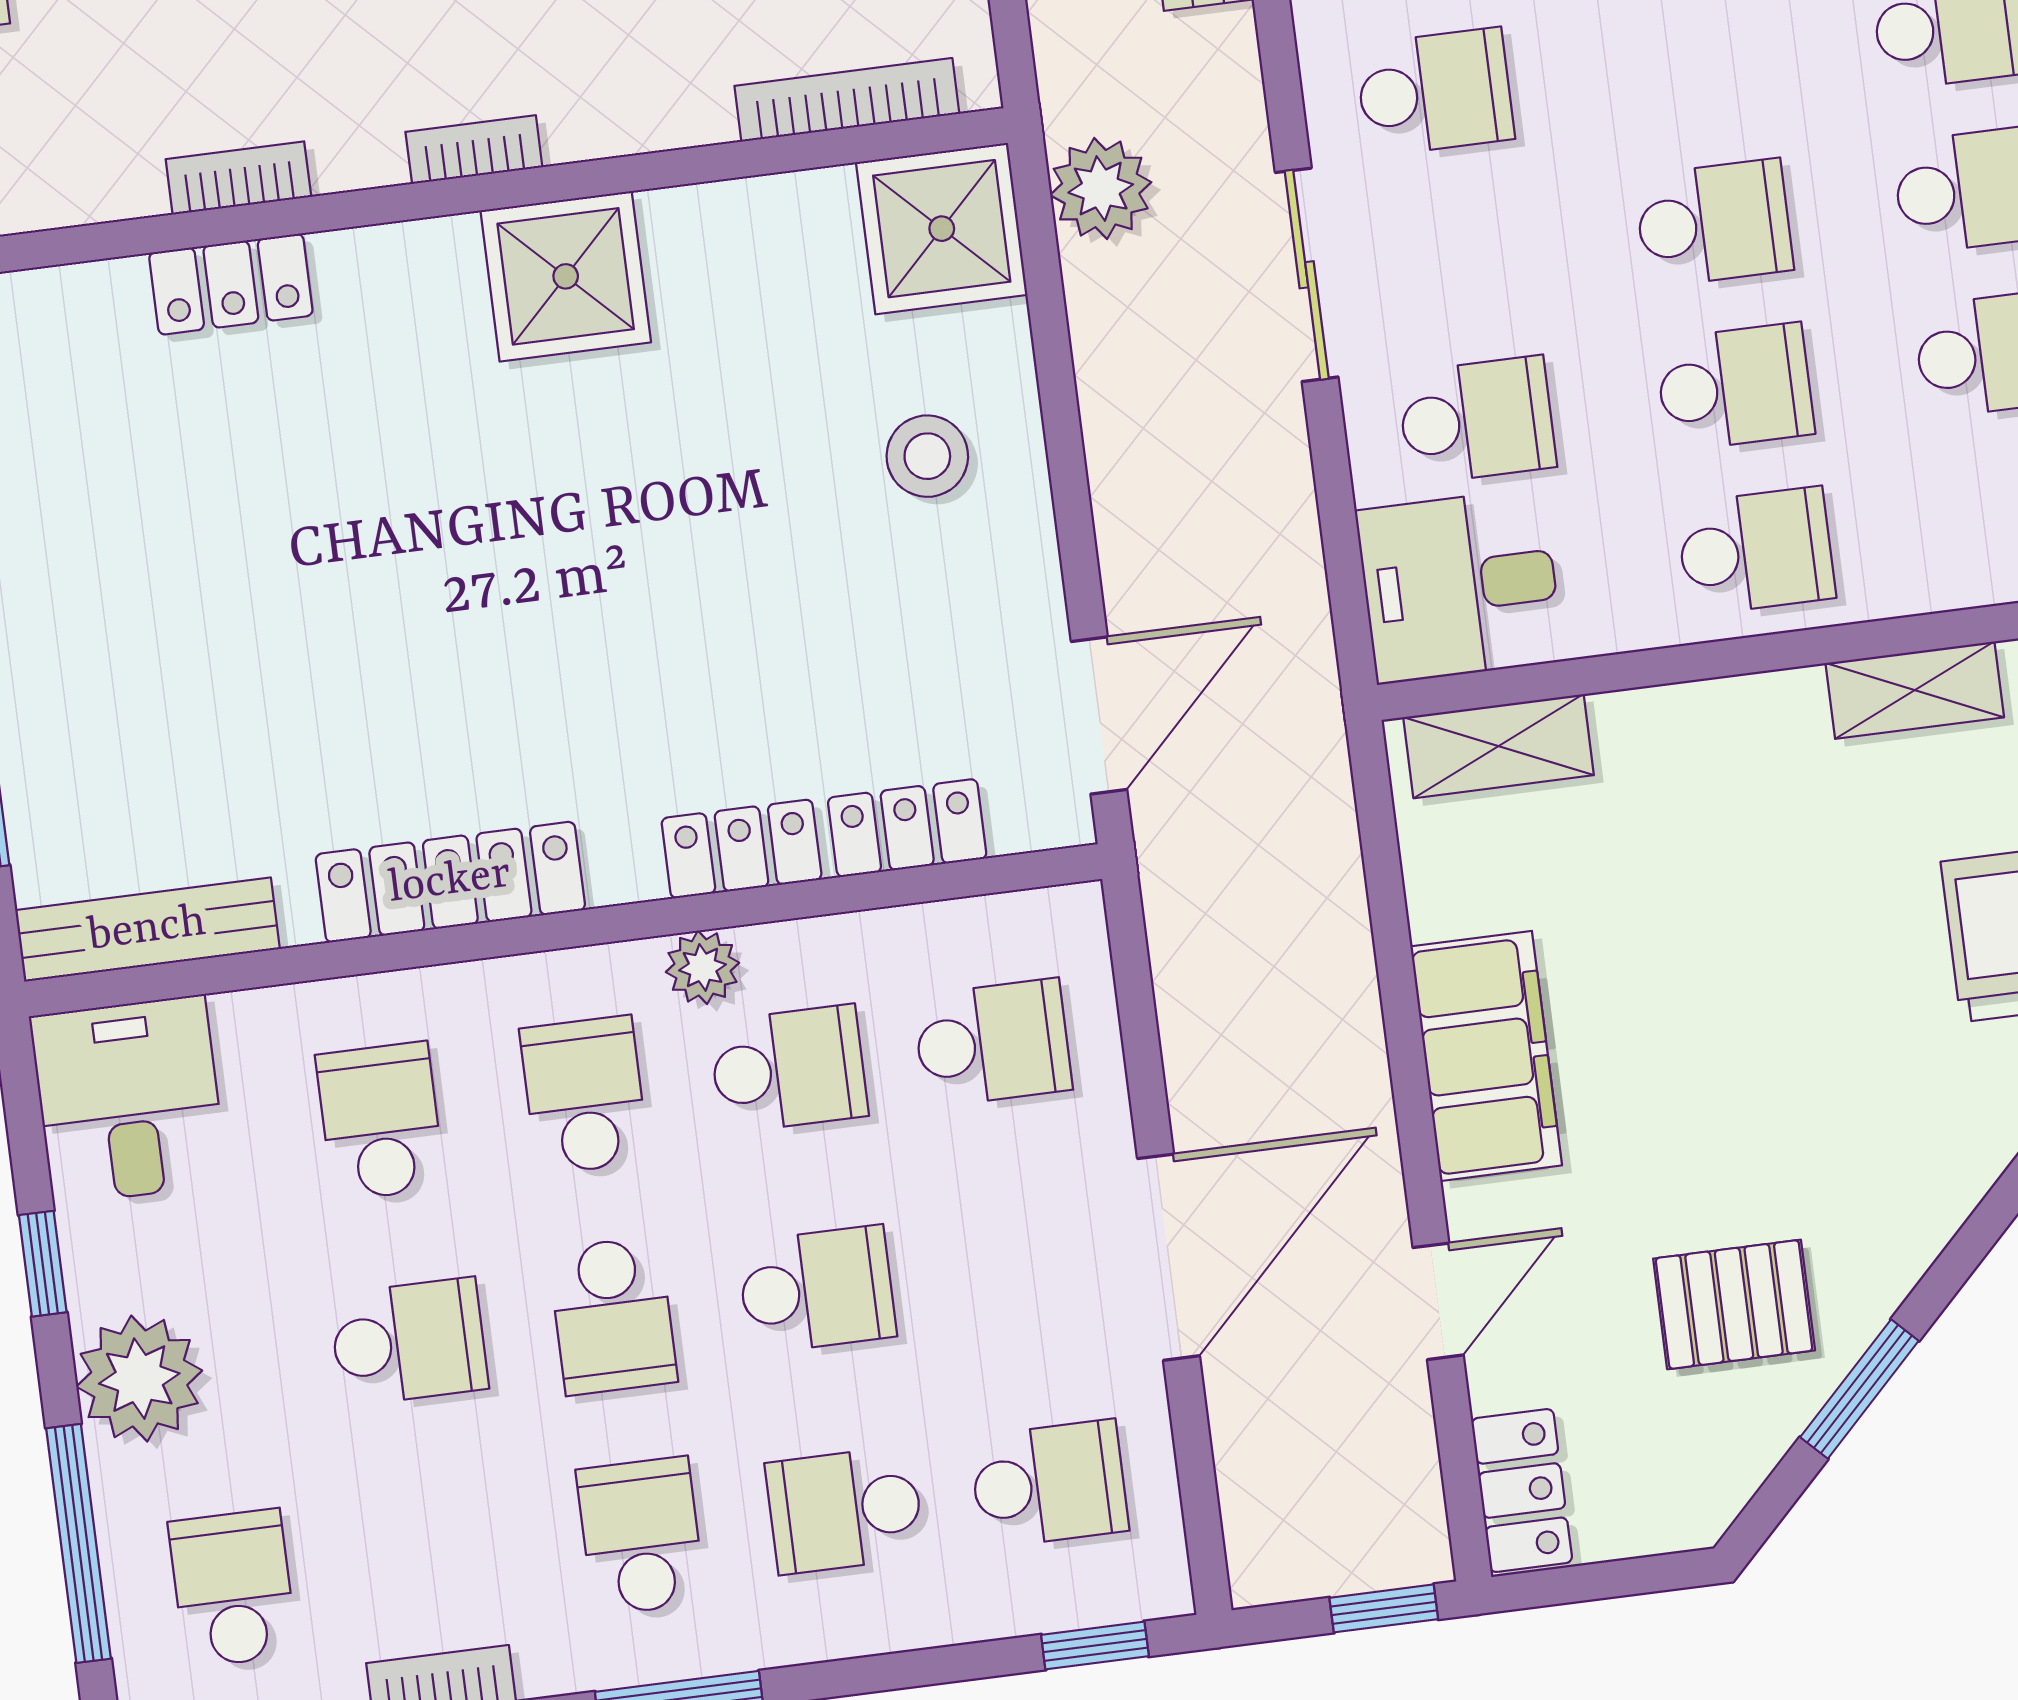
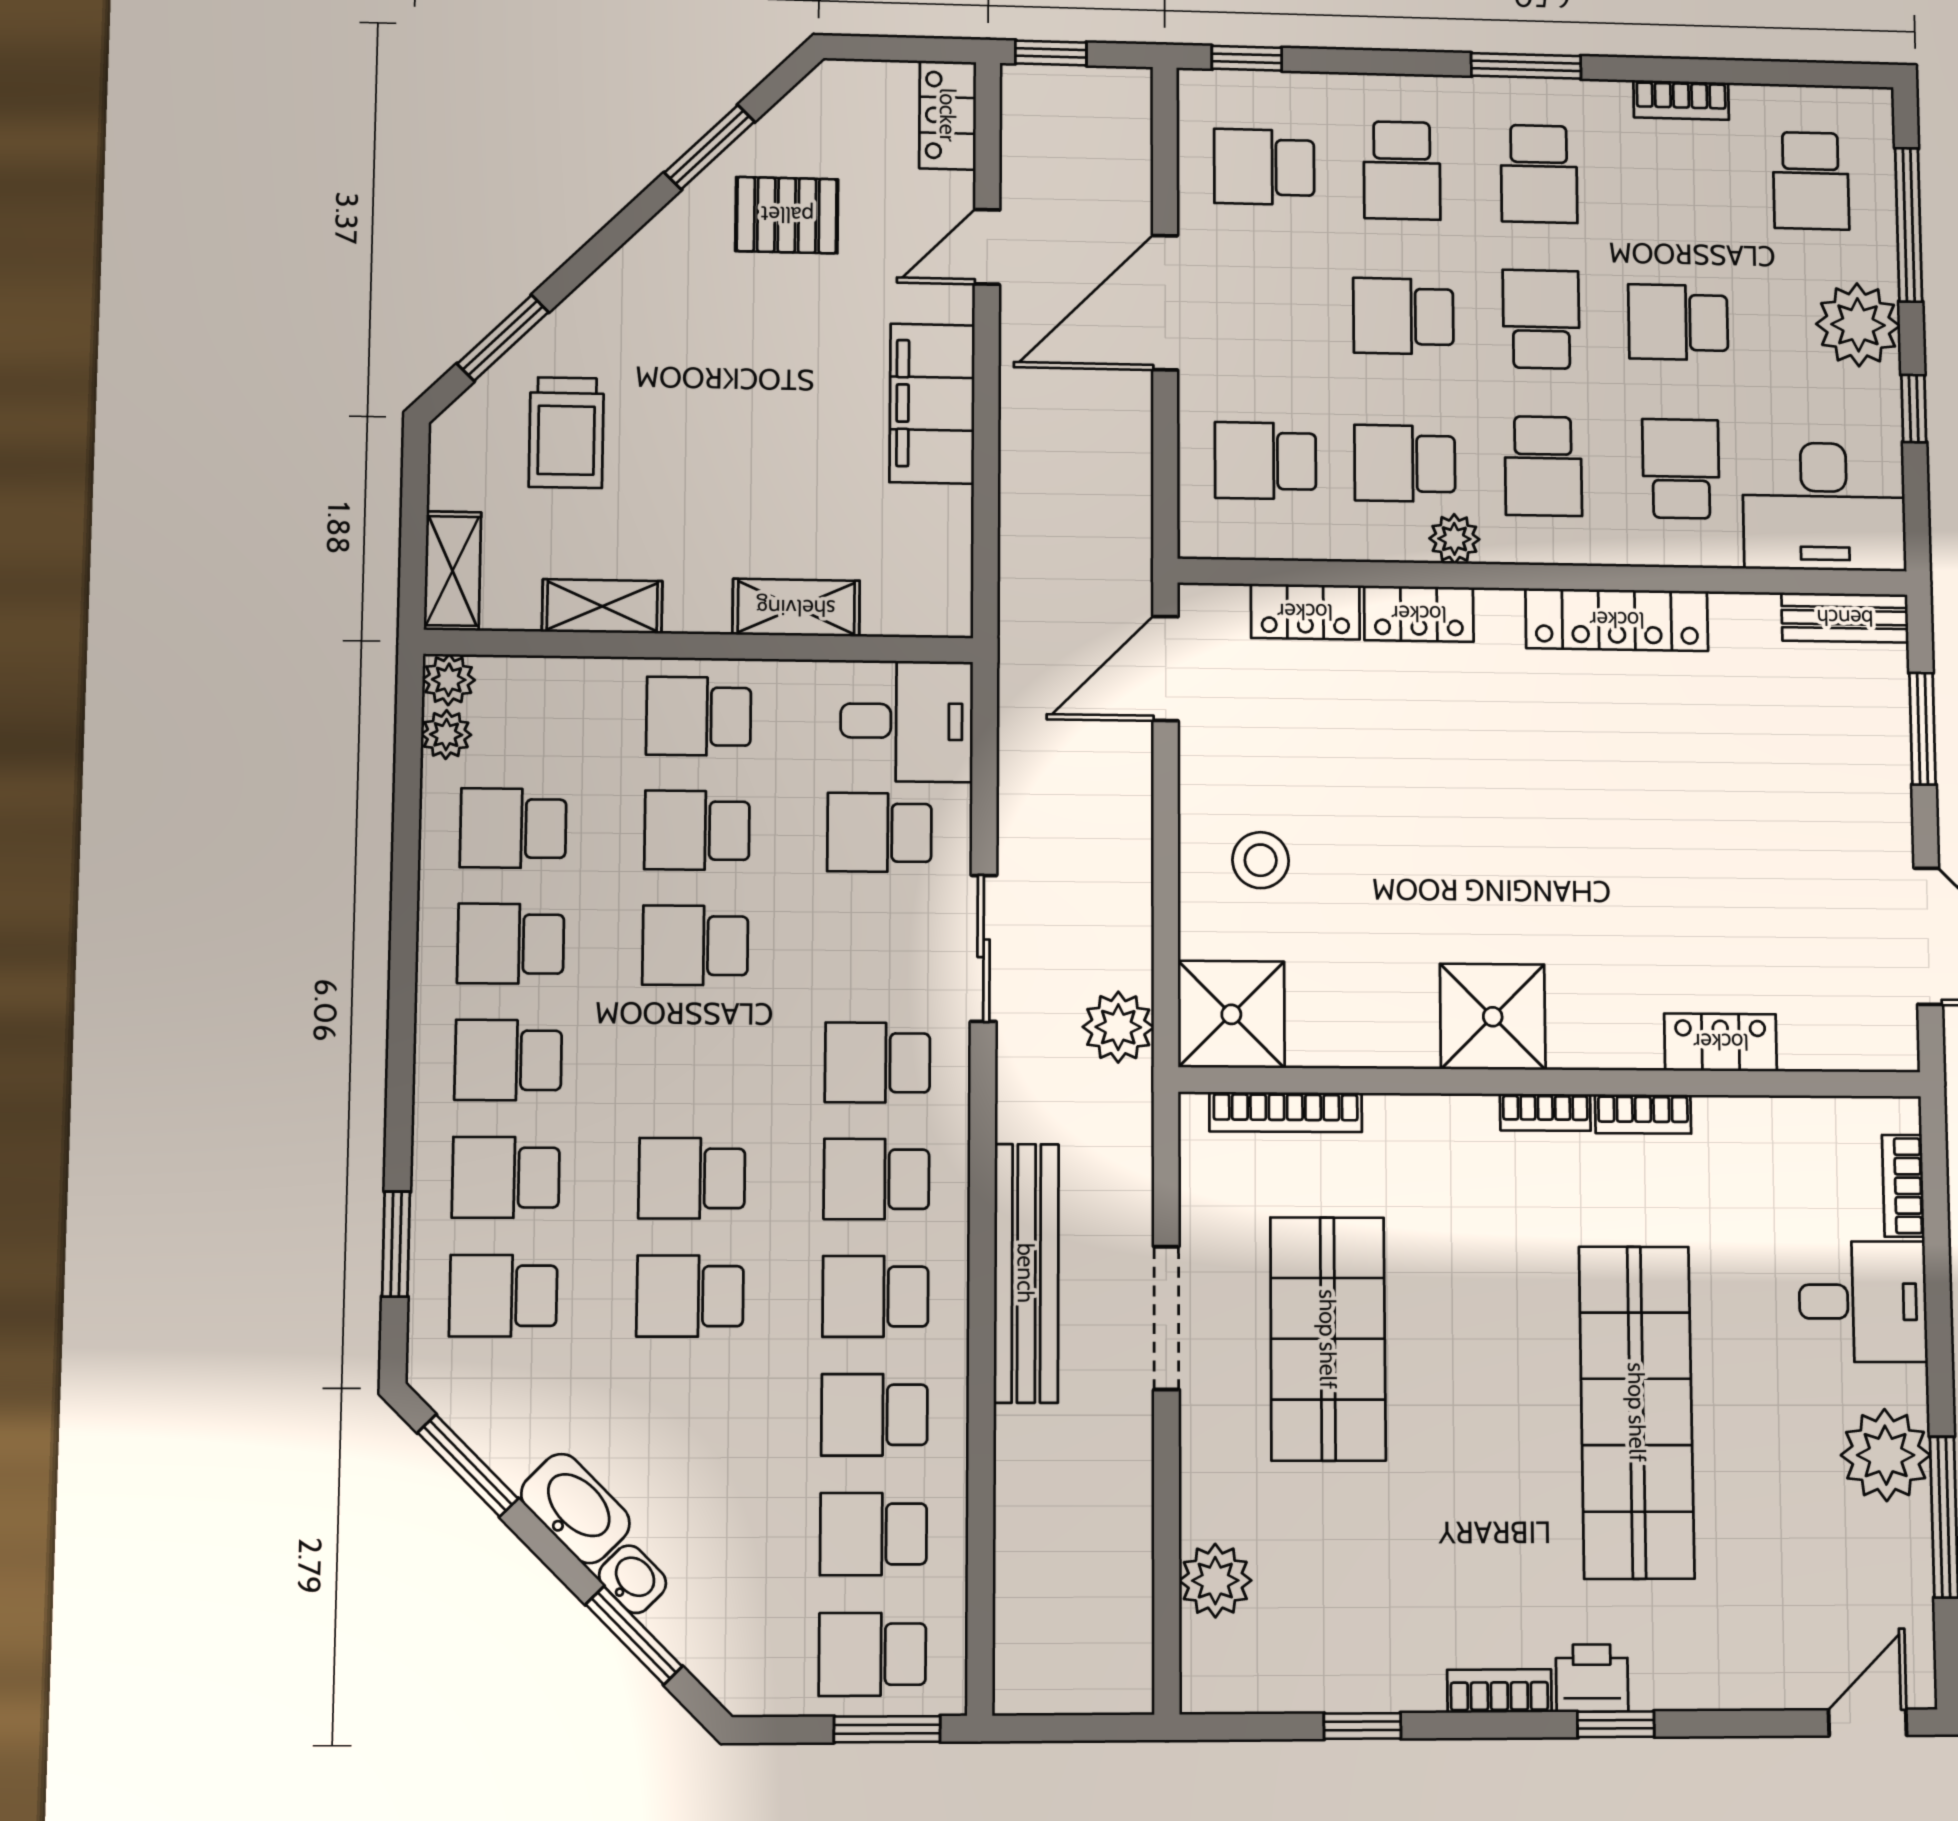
bookcase: (238, 178) -> (1643, 1114), moved
shelving: (1499, 746) -> (796, 608), moved
bench: (147, 930) -> (1845, 618), width x0.73
desk: (129, 1100) -> (1824, 507), width x1.37
school desk: (380, 1121) -> (1681, 469), turned 180
school desk: (845, 1510) -> (1402, 170), turned 90

